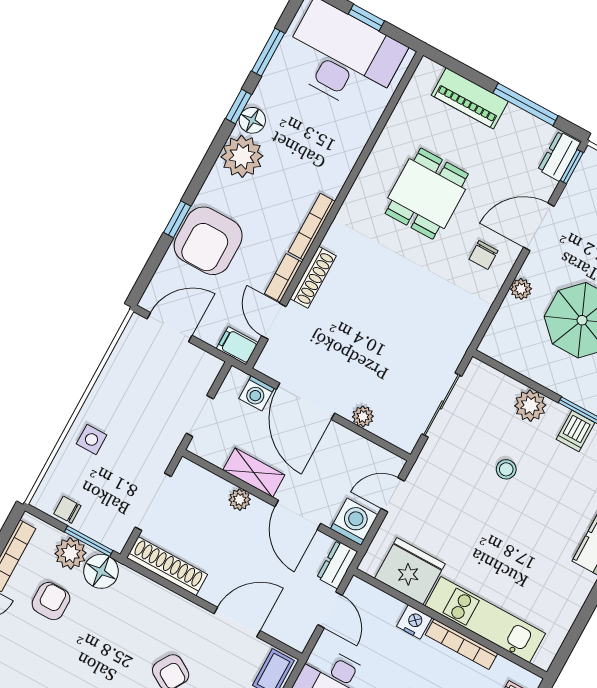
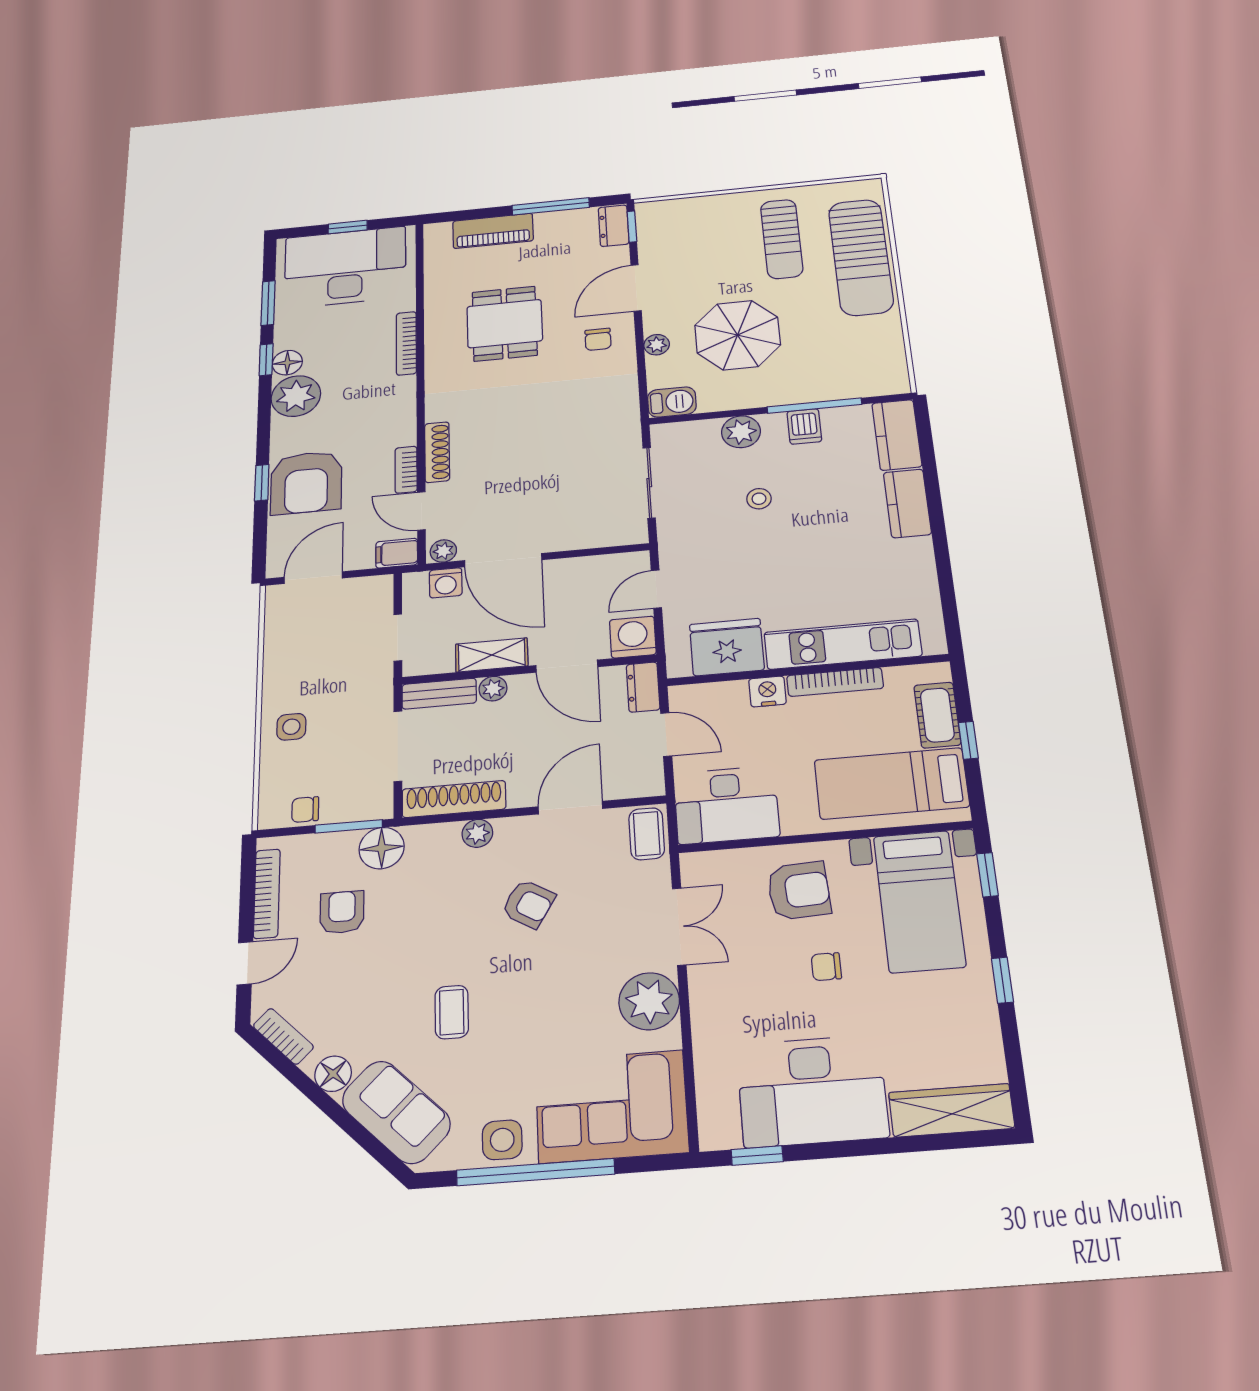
bookcase: (312, 227) -> (406, 343), moved
barbecue: (500, 347) -> (672, 402), added
plant: (363, 416) -> (443, 551), moved
bench: (202, 479) -> (439, 694), added
plant: (70, 553) -> (477, 833), moved, width x0.73, depth x0.73

